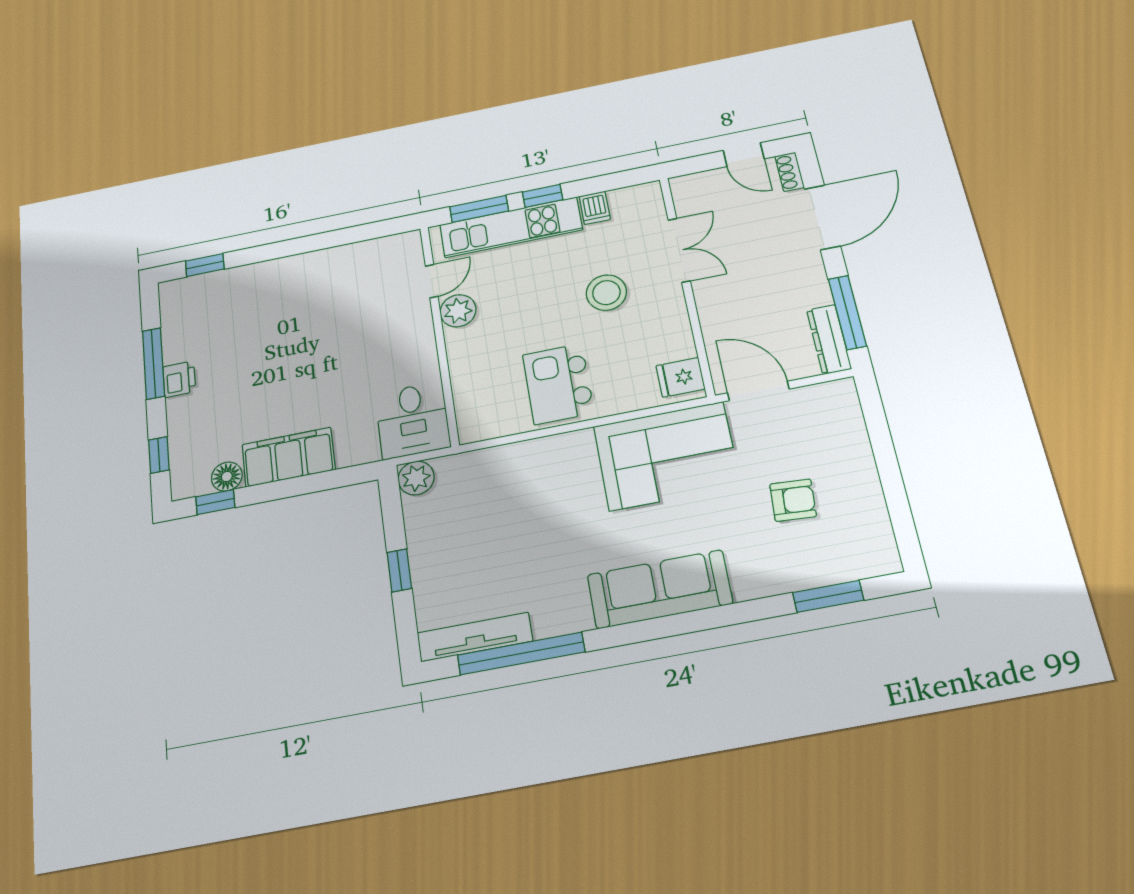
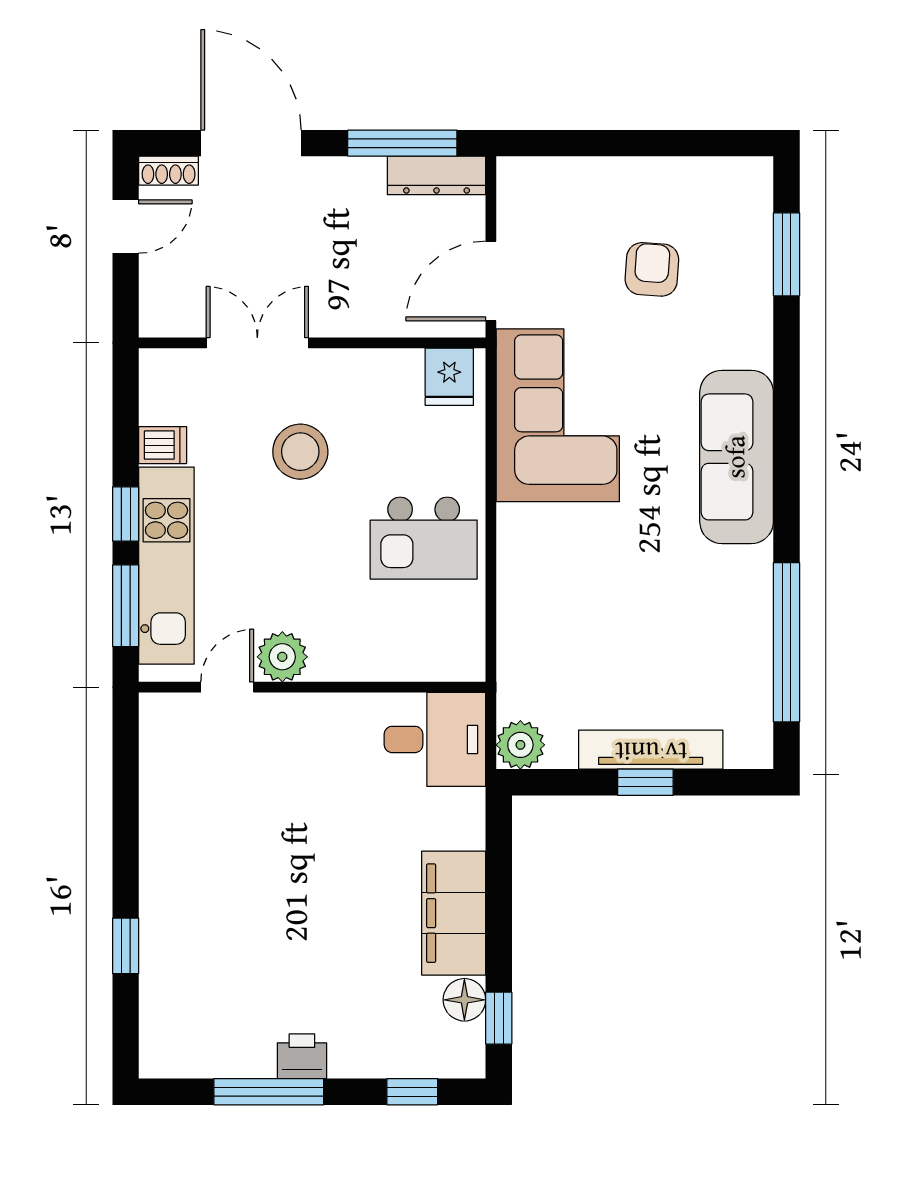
window: (205, 265) -> (126, 946), moved
door: (432, 281) -> (227, 687), hinge flipped
tv unit: (475, 637) -> (651, 750), moved, turned 90

